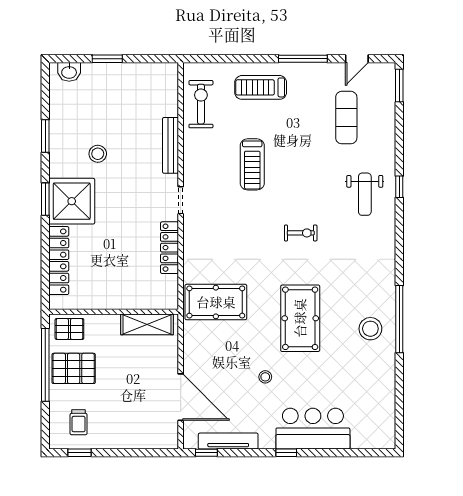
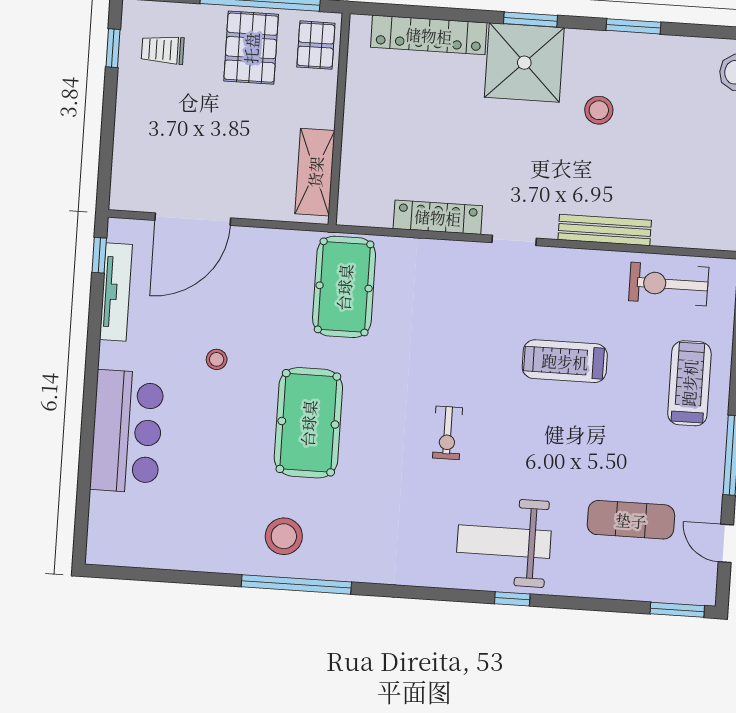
exercise bike: (201, 104) -> (669, 284), turned 180
weight bench: (365, 194) -> (504, 542), width x1.36, depth x1.33
pool table: (300, 318) -> (308, 423), turned 90
window: (286, 453) -> (91, 386), removed

